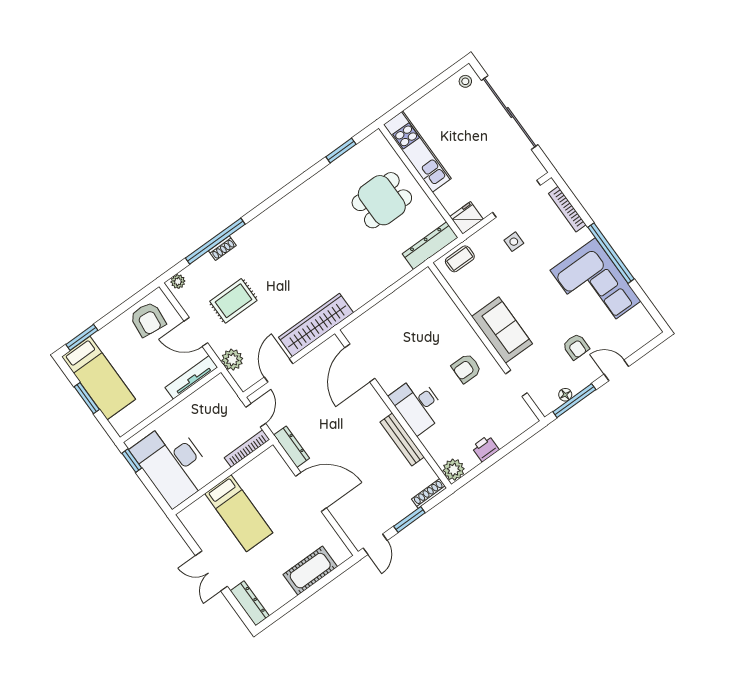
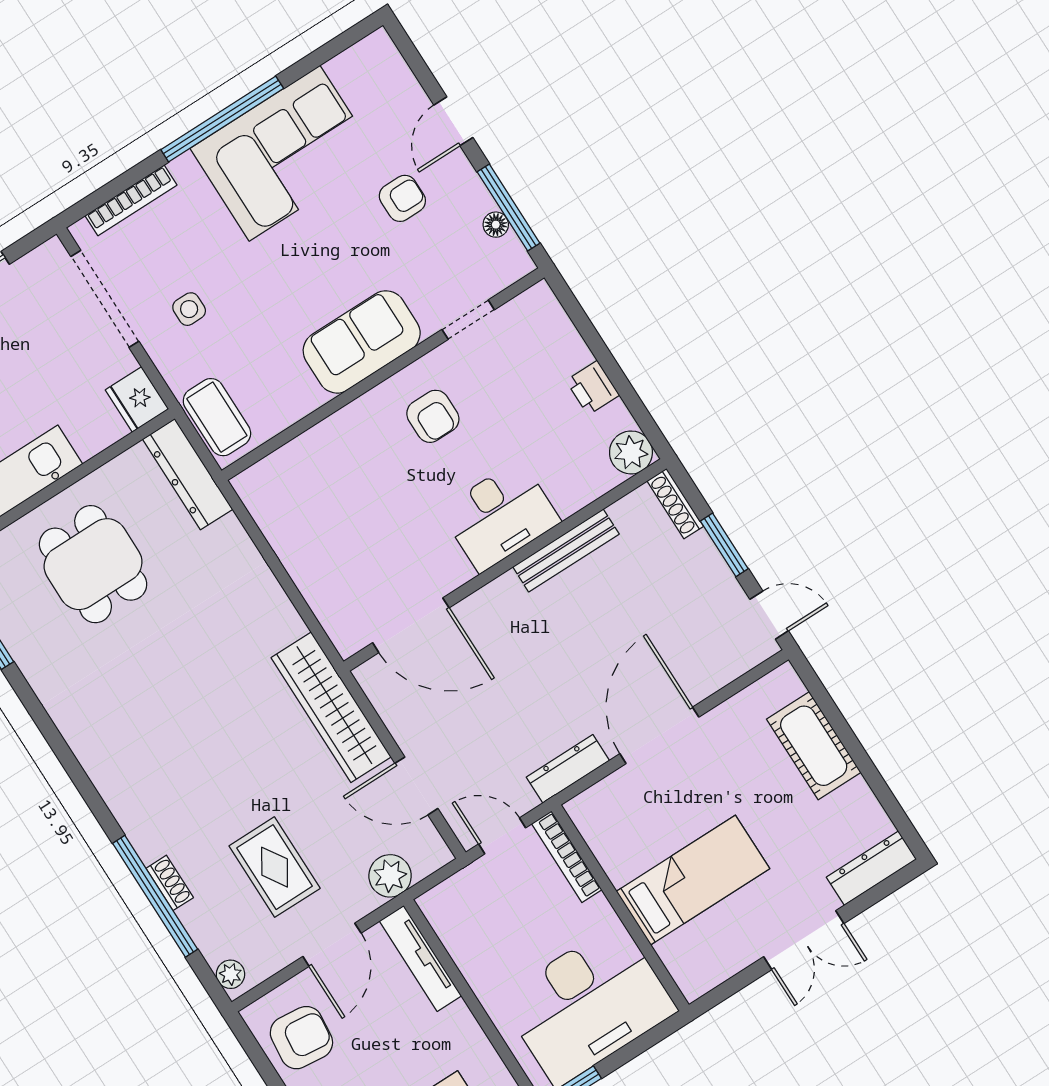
coffee table: (460, 259) -> (217, 417), width x1.36, depth x1.30

